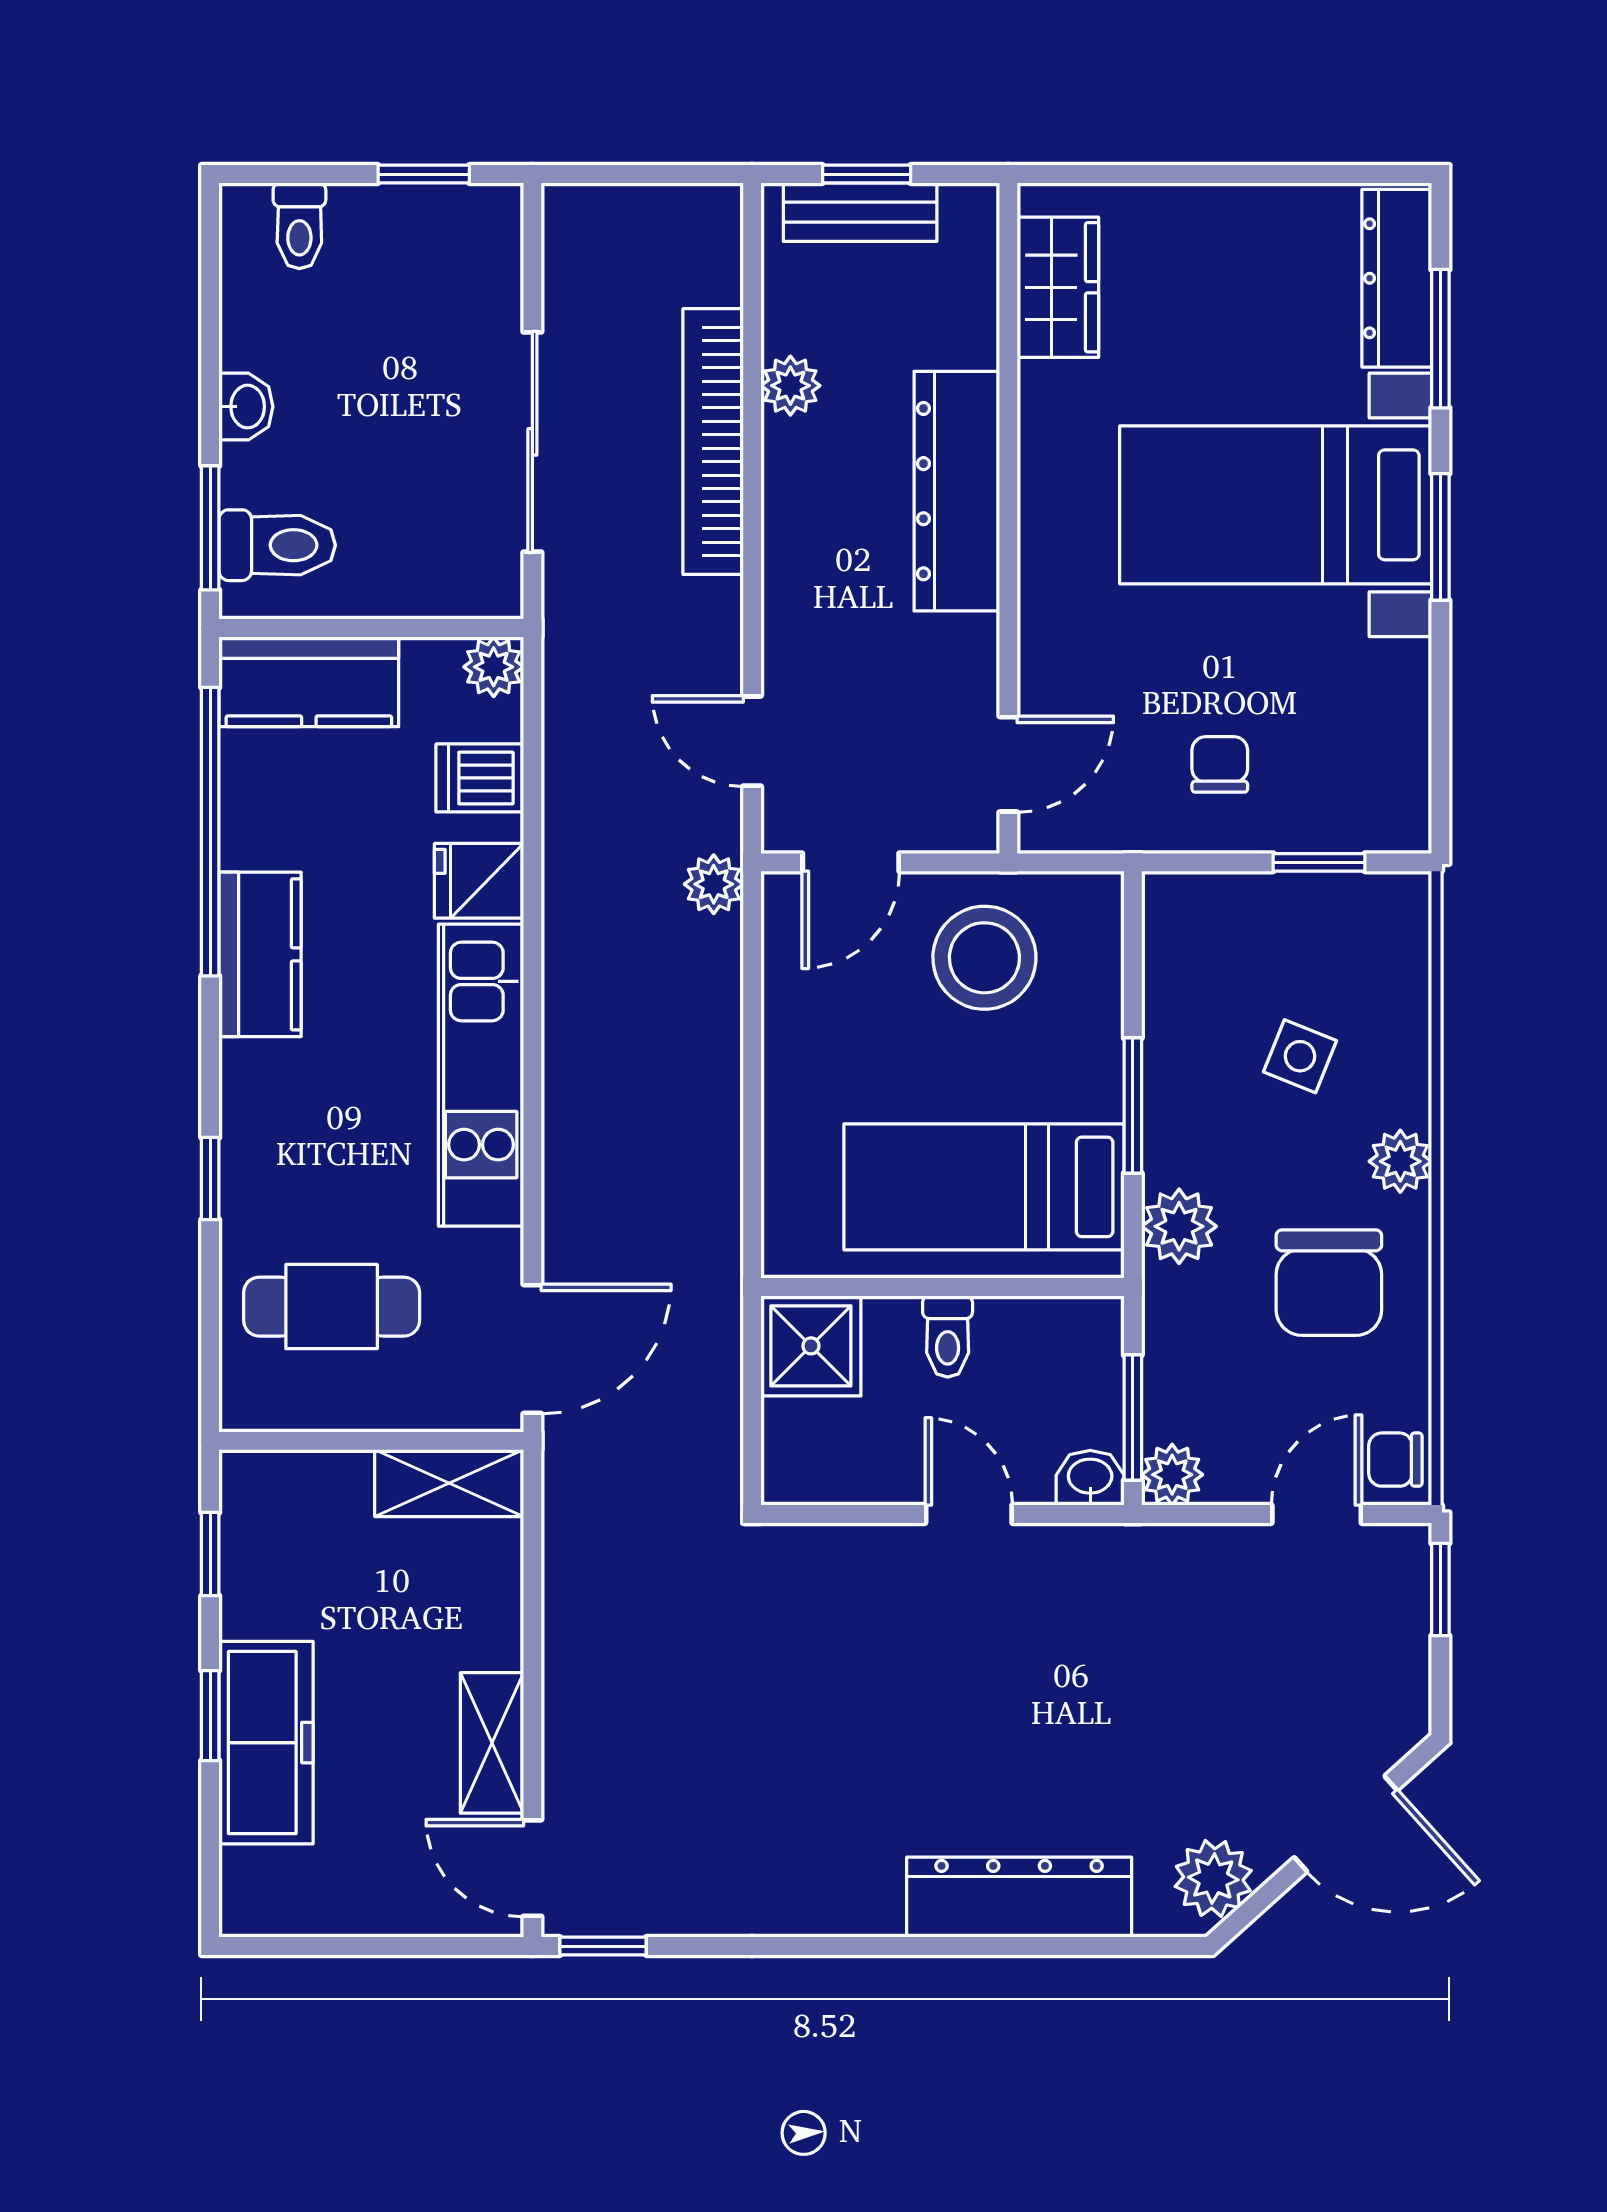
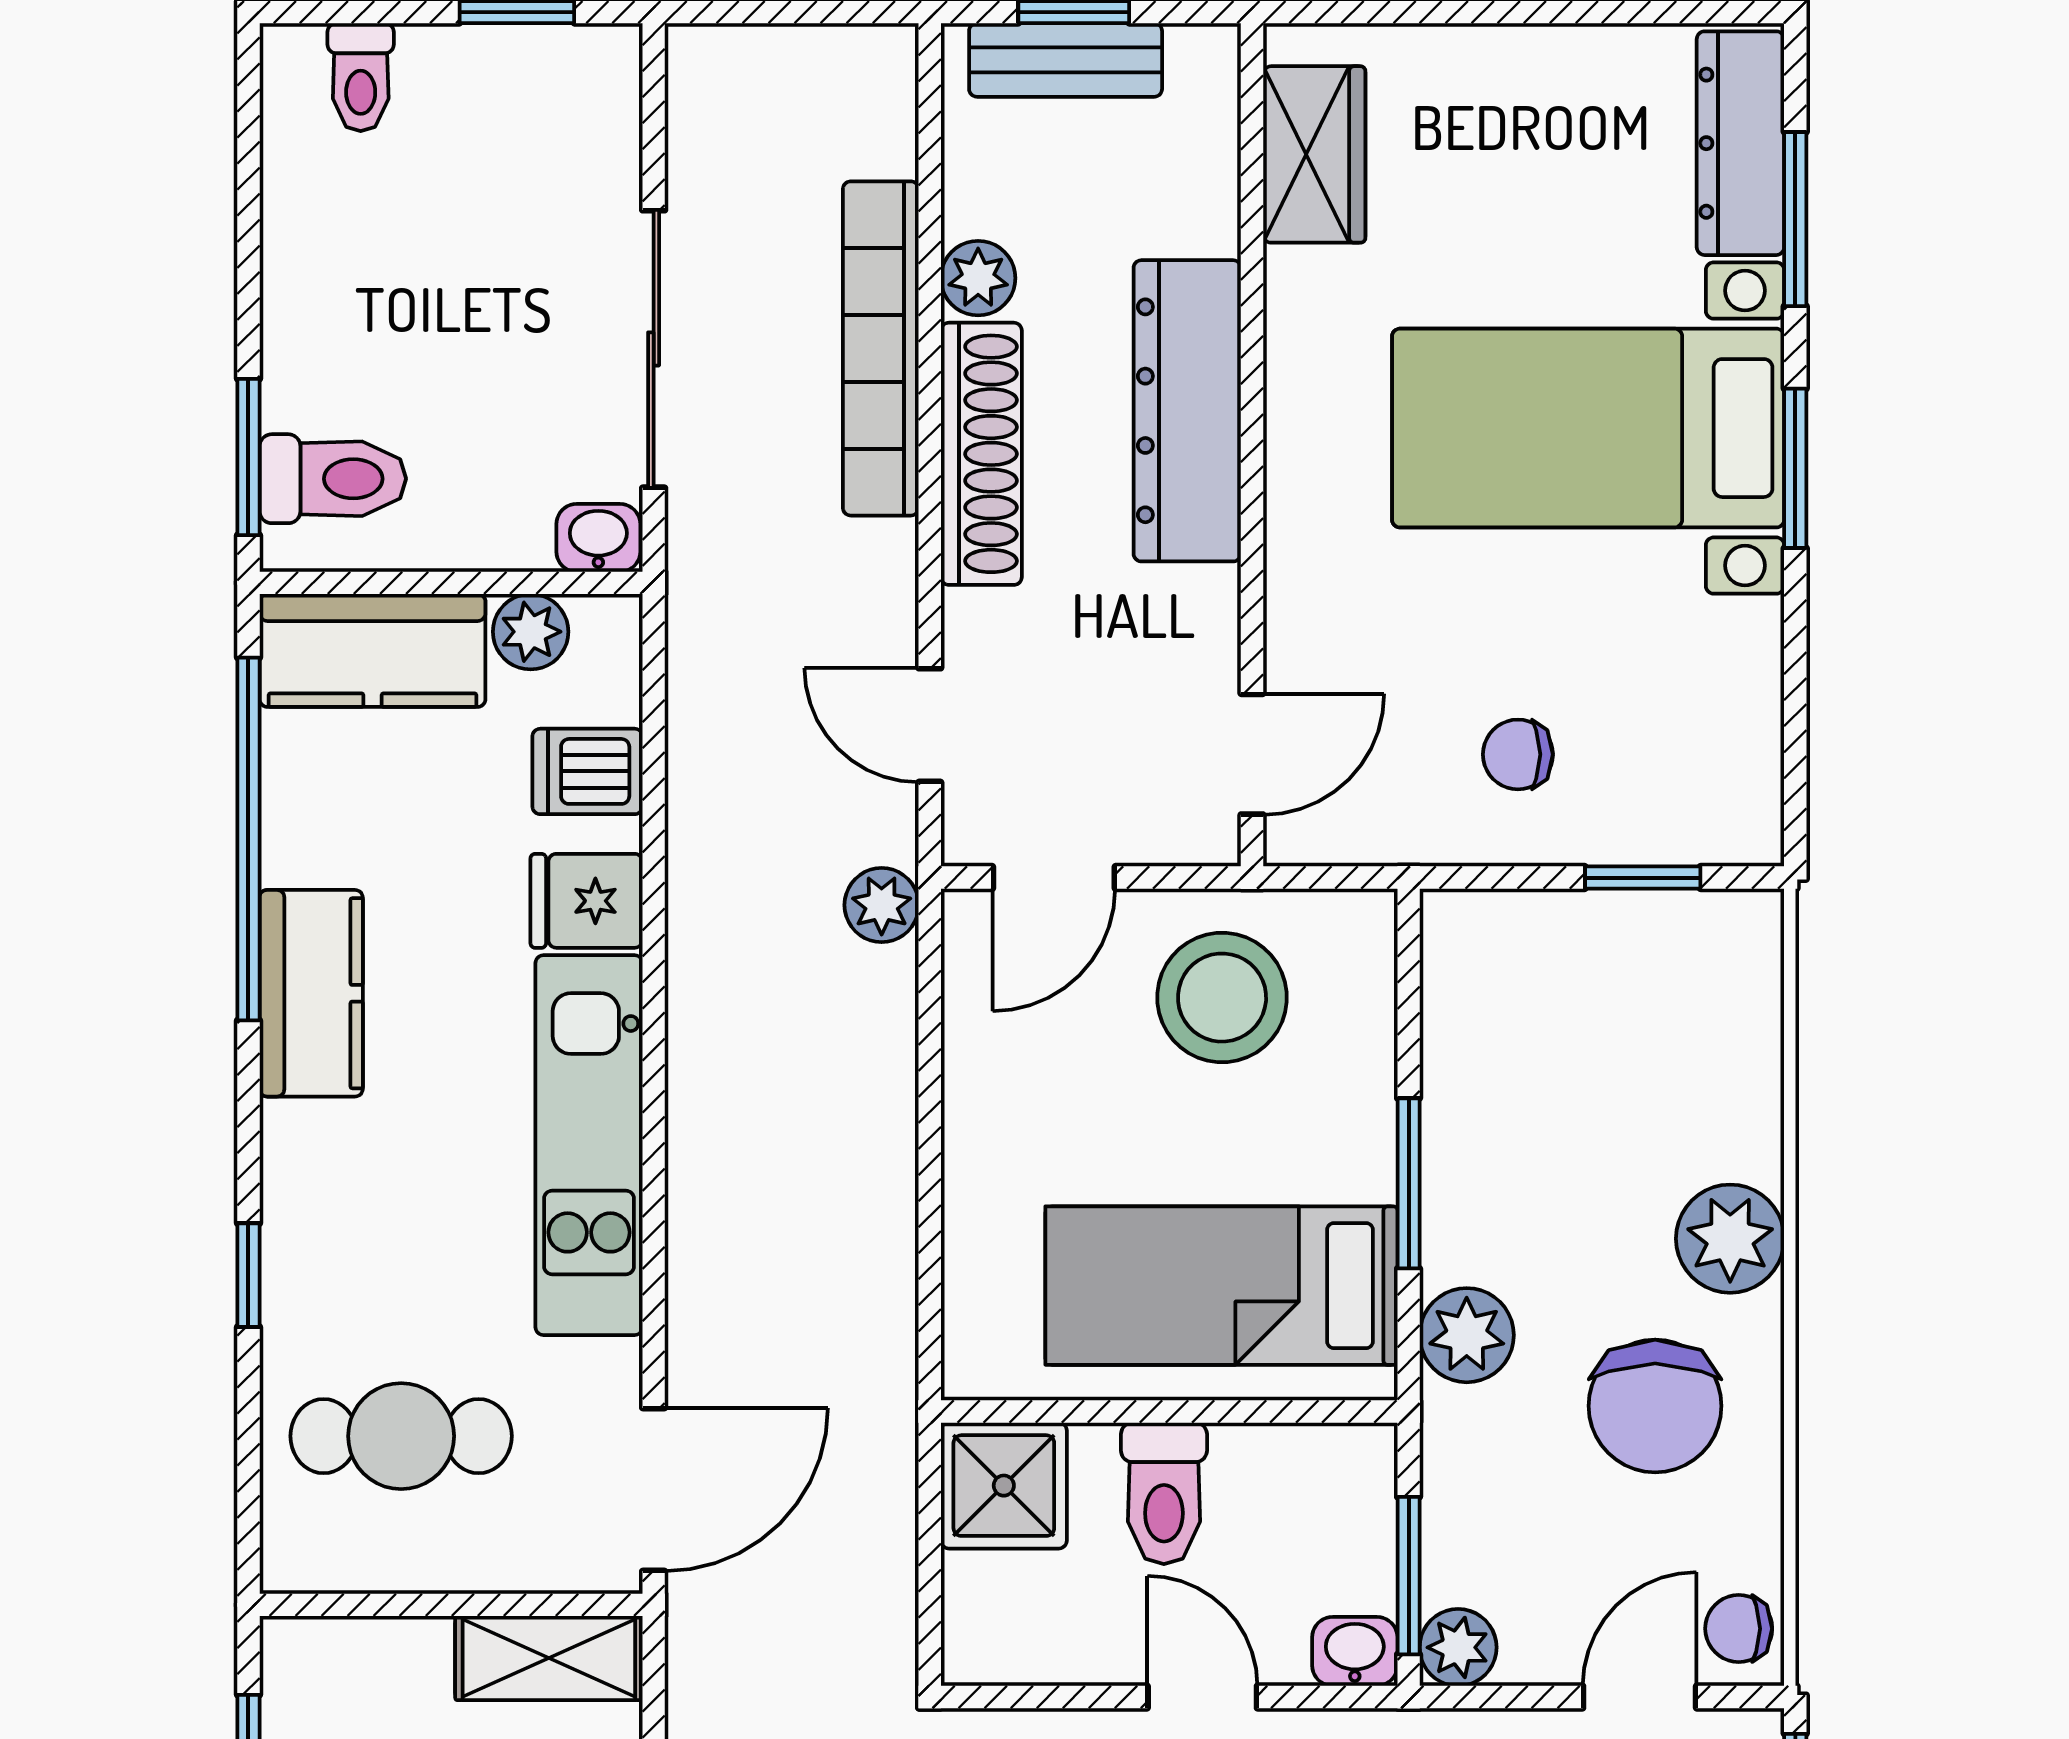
washbasin: (246, 407) -> (598, 538), moved, turned -90
shoe rack: (793, 525) -> (981, 454), added
plant: (494, 667) -> (531, 632), moved
chair: (1220, 764) -> (1518, 754), turned -90
side table: (1300, 1056) -> (1619, 1121), removed
plant: (1400, 1161) -> (1730, 1239), width x1.38, depth x1.38
toilet: (948, 1336) -> (1164, 1493), width x1.37, depth x1.39

